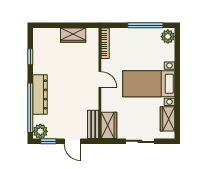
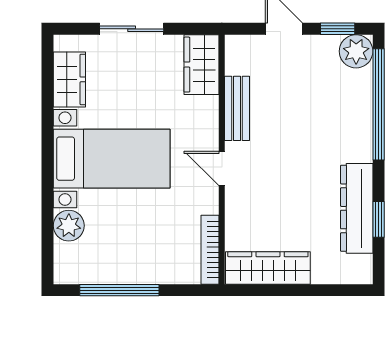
wardrobe: (73, 35) -> (268, 268), width x1.50
plant: (168, 37) -> (69, 226), moved
dresser: (40, 94) -> (357, 208), moved
bench: (93, 124) -> (237, 108), moved

